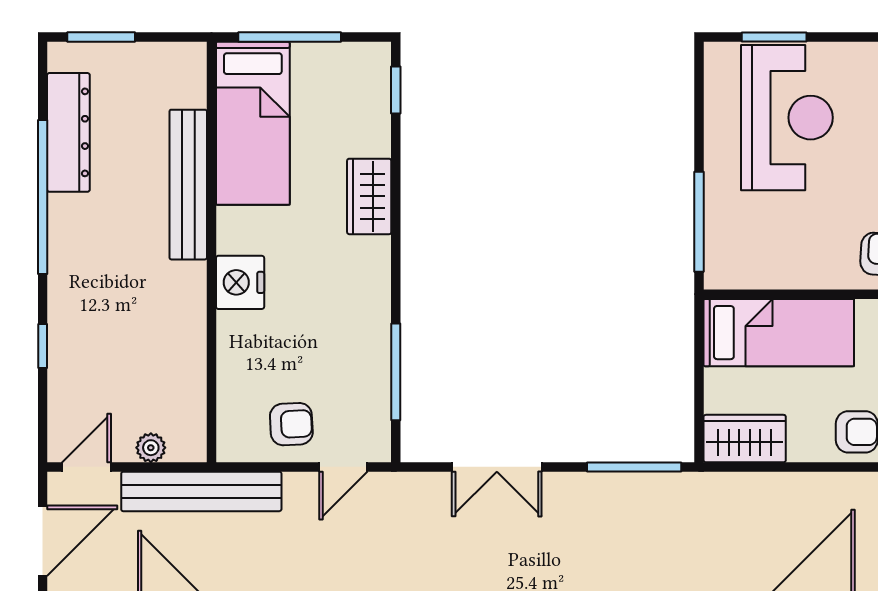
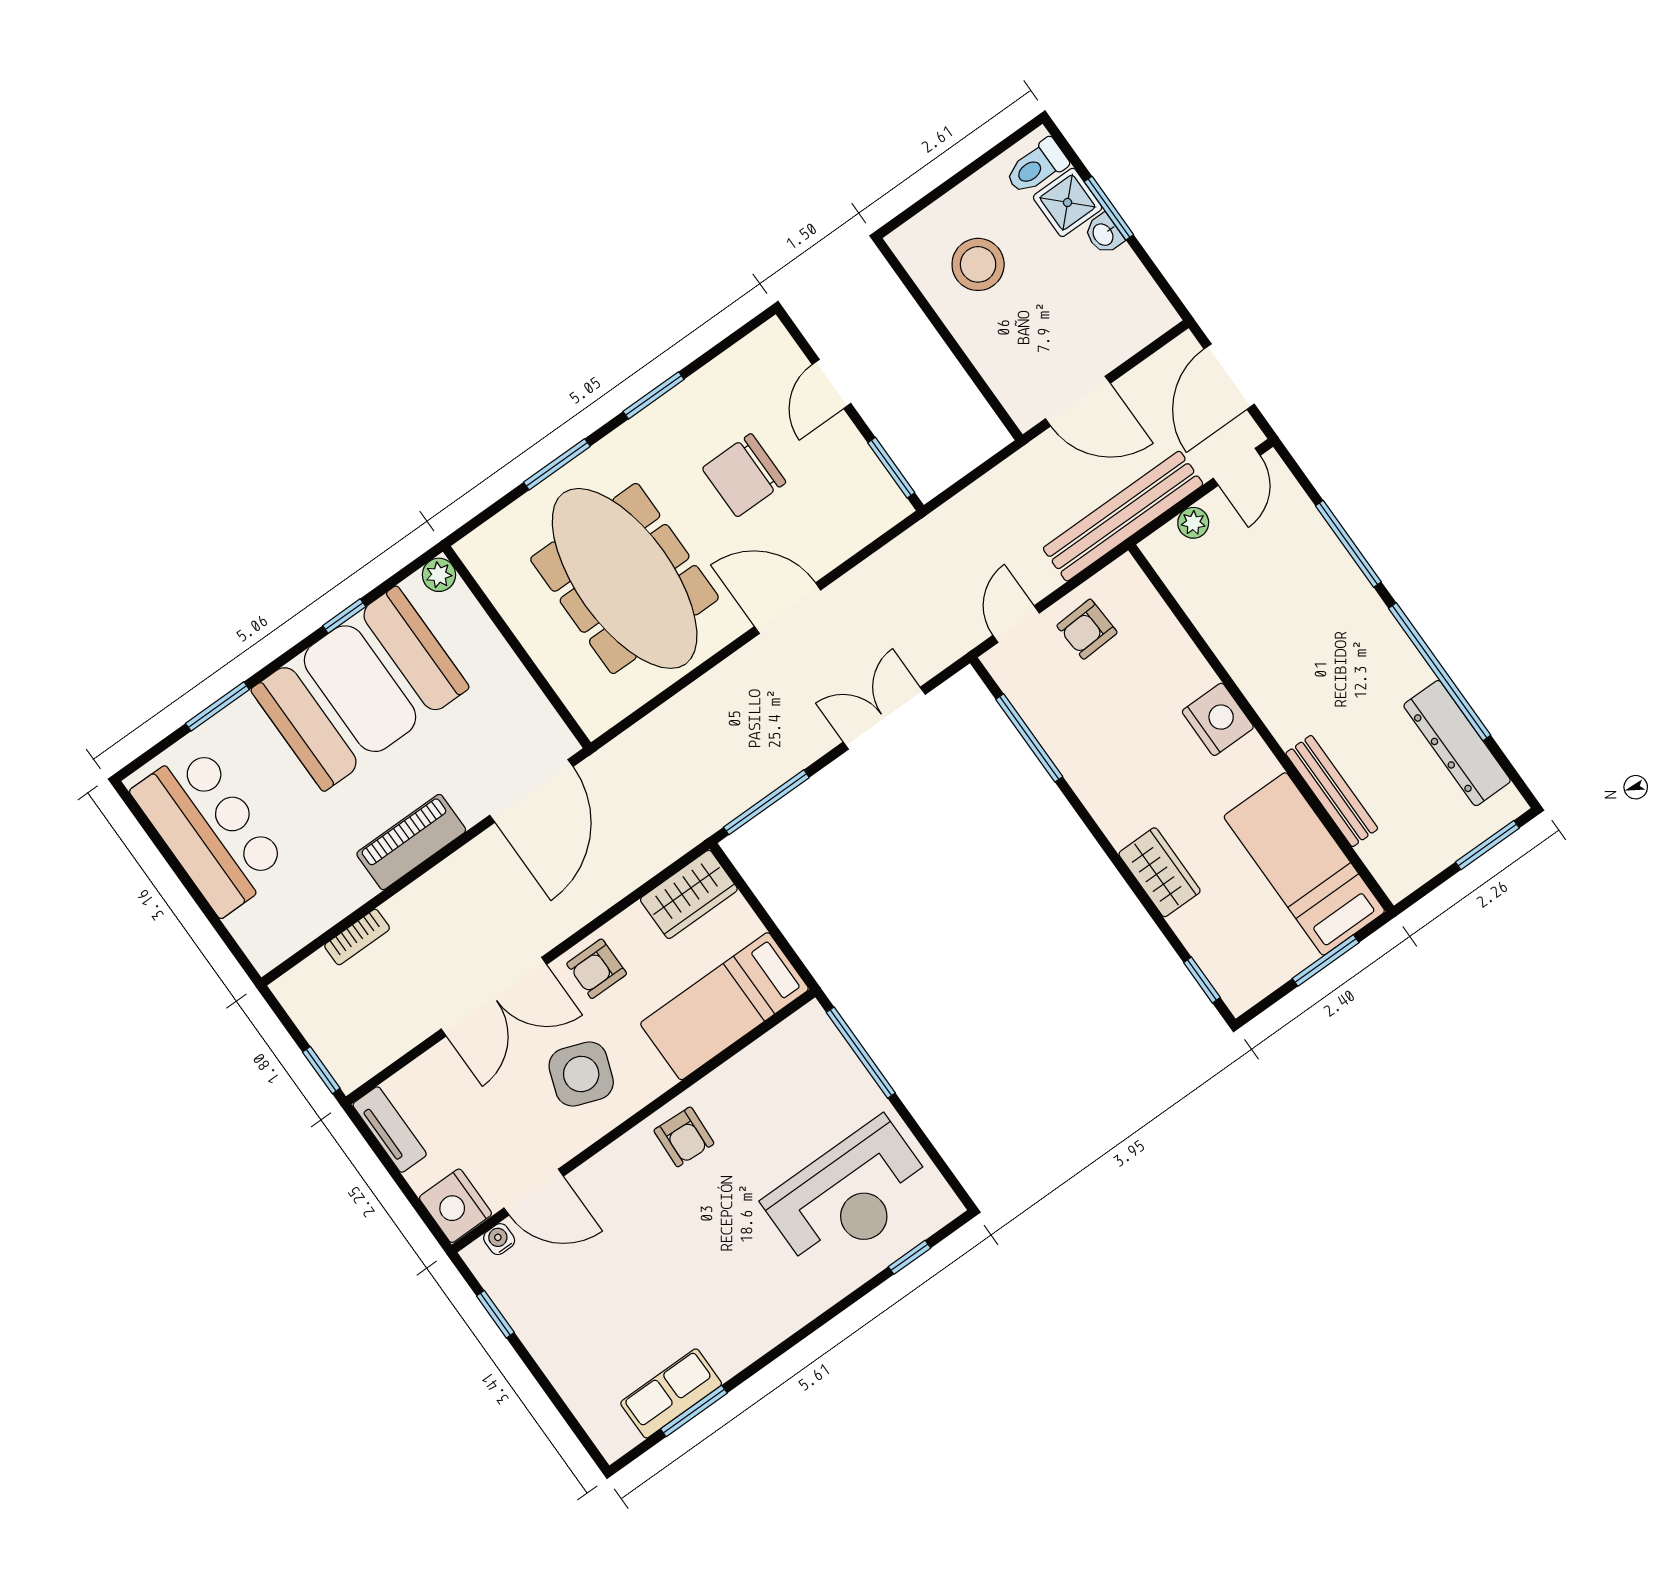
window: (290, 37) -> (1326, 960), width x0.69
window: (774, 37) -> (909, 1257), width x0.67
reception desk: (787, 118) -> (849, 1196), turned -90
bench: (188, 185) -> (1332, 791), width x0.73, depth x0.82
window: (43, 346) -> (1348, 544), width x2.17

